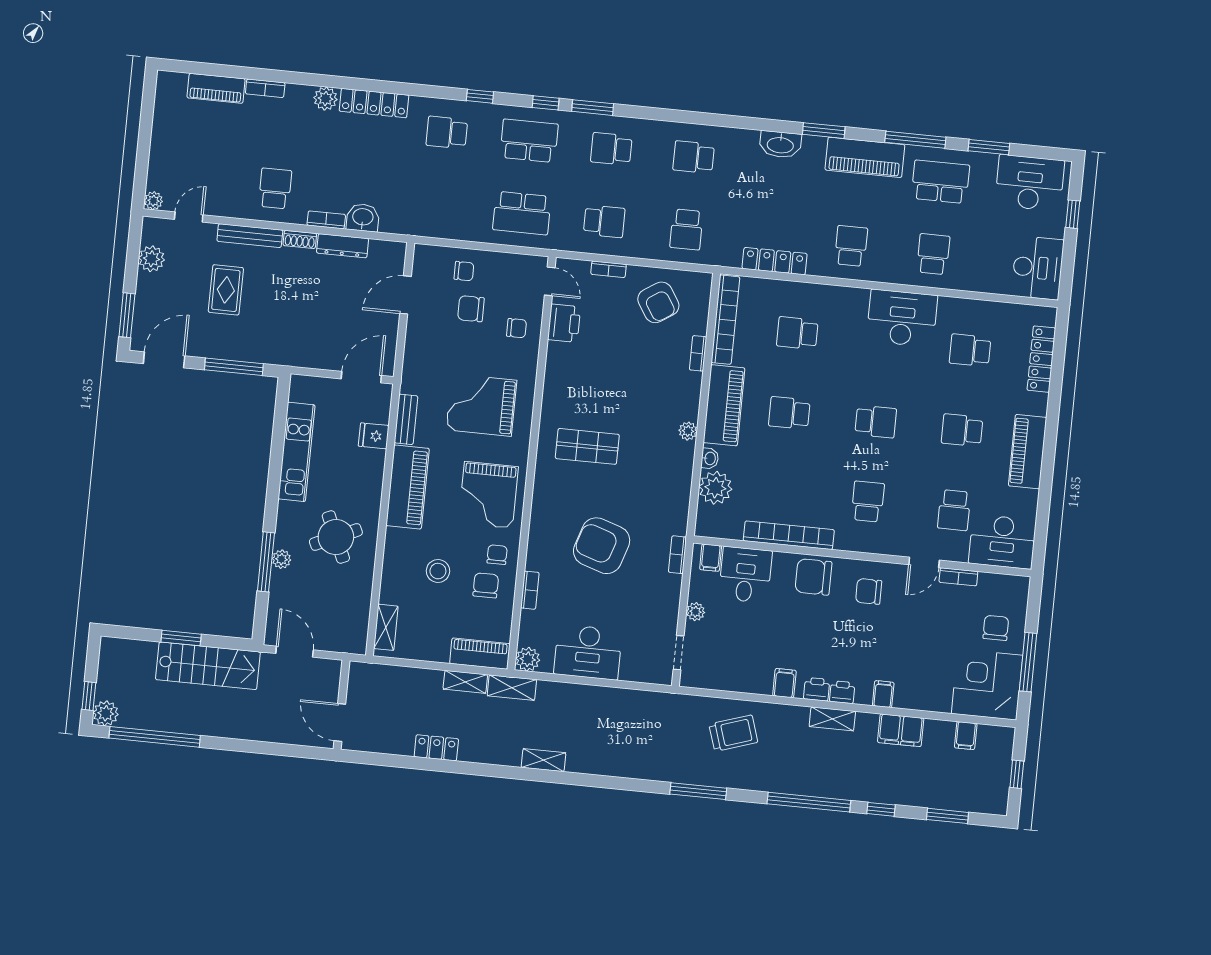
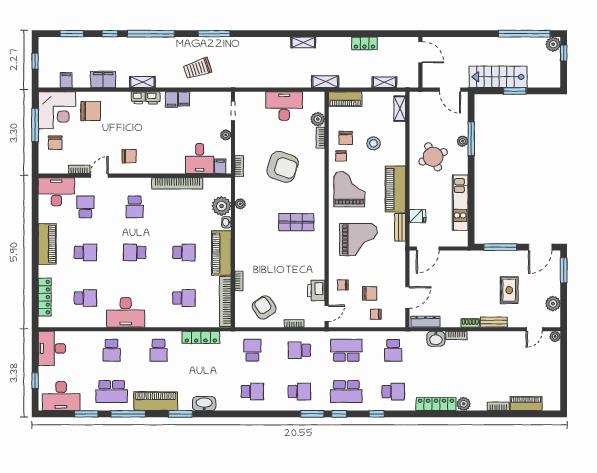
school desk: (275, 188) -> (393, 350), moved
bench: (250, 236) -> (494, 322), width x0.73
dresser: (343, 246) -> (425, 322), moved
door: (550, 281) -> (327, 313), swing flipped
plant: (688, 431) -> (240, 204), moved
chair: (813, 577) -> (91, 111), moved
plant: (528, 659) -> (318, 119), moved
shelving: (465, 682) -> (384, 82), moved
filing cabinet: (883, 694) -> (184, 99), moved

